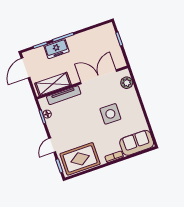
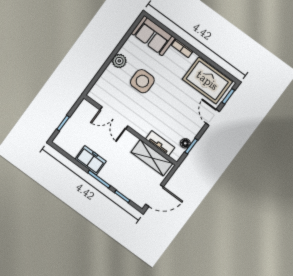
freezer: (57, 49) -> (91, 160), moved
double door: (99, 77) -> (114, 118), width x0.73
plant: (127, 83) -> (119, 61), moved
tv unit: (64, 95) -> (160, 143), width x0.71
door: (52, 145) -> (213, 117), swing flipped

